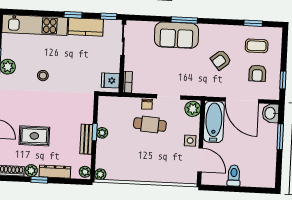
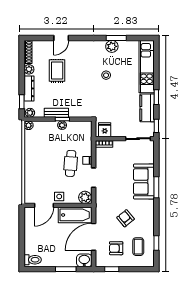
toilet: (234, 175) -> (33, 260), moved
window: (39, 180) -> (22, 102), moved

